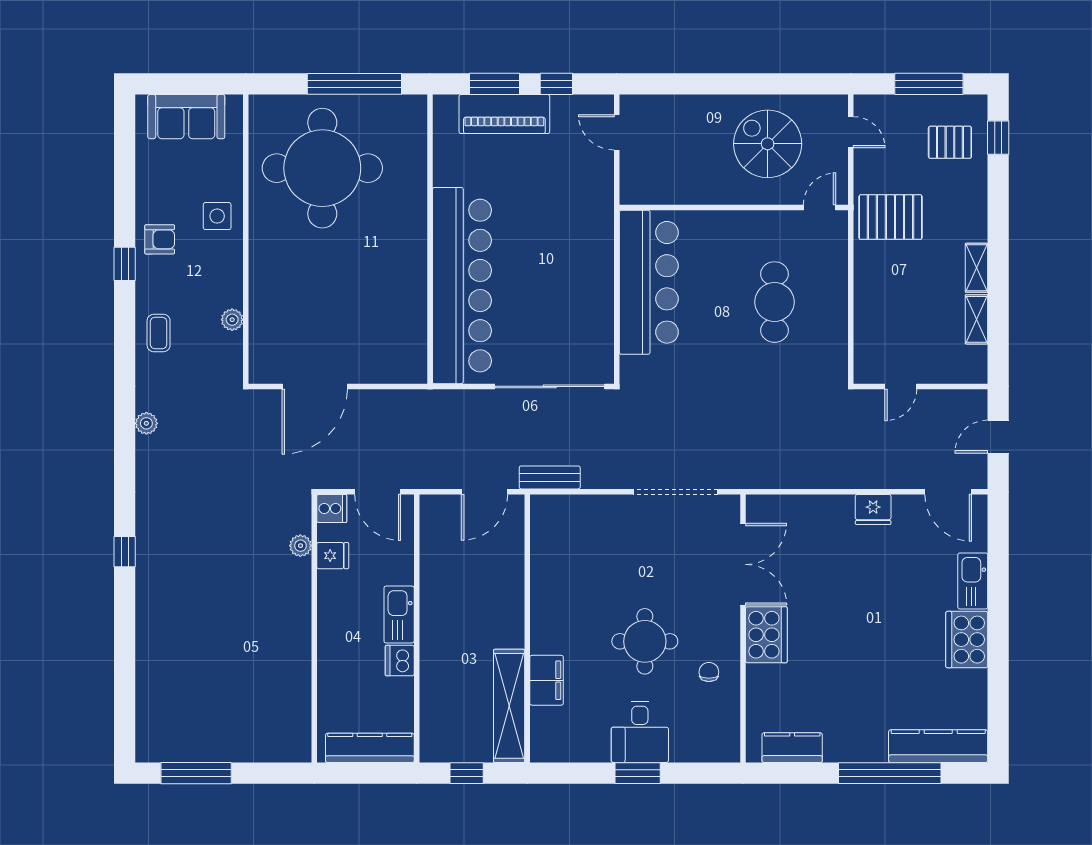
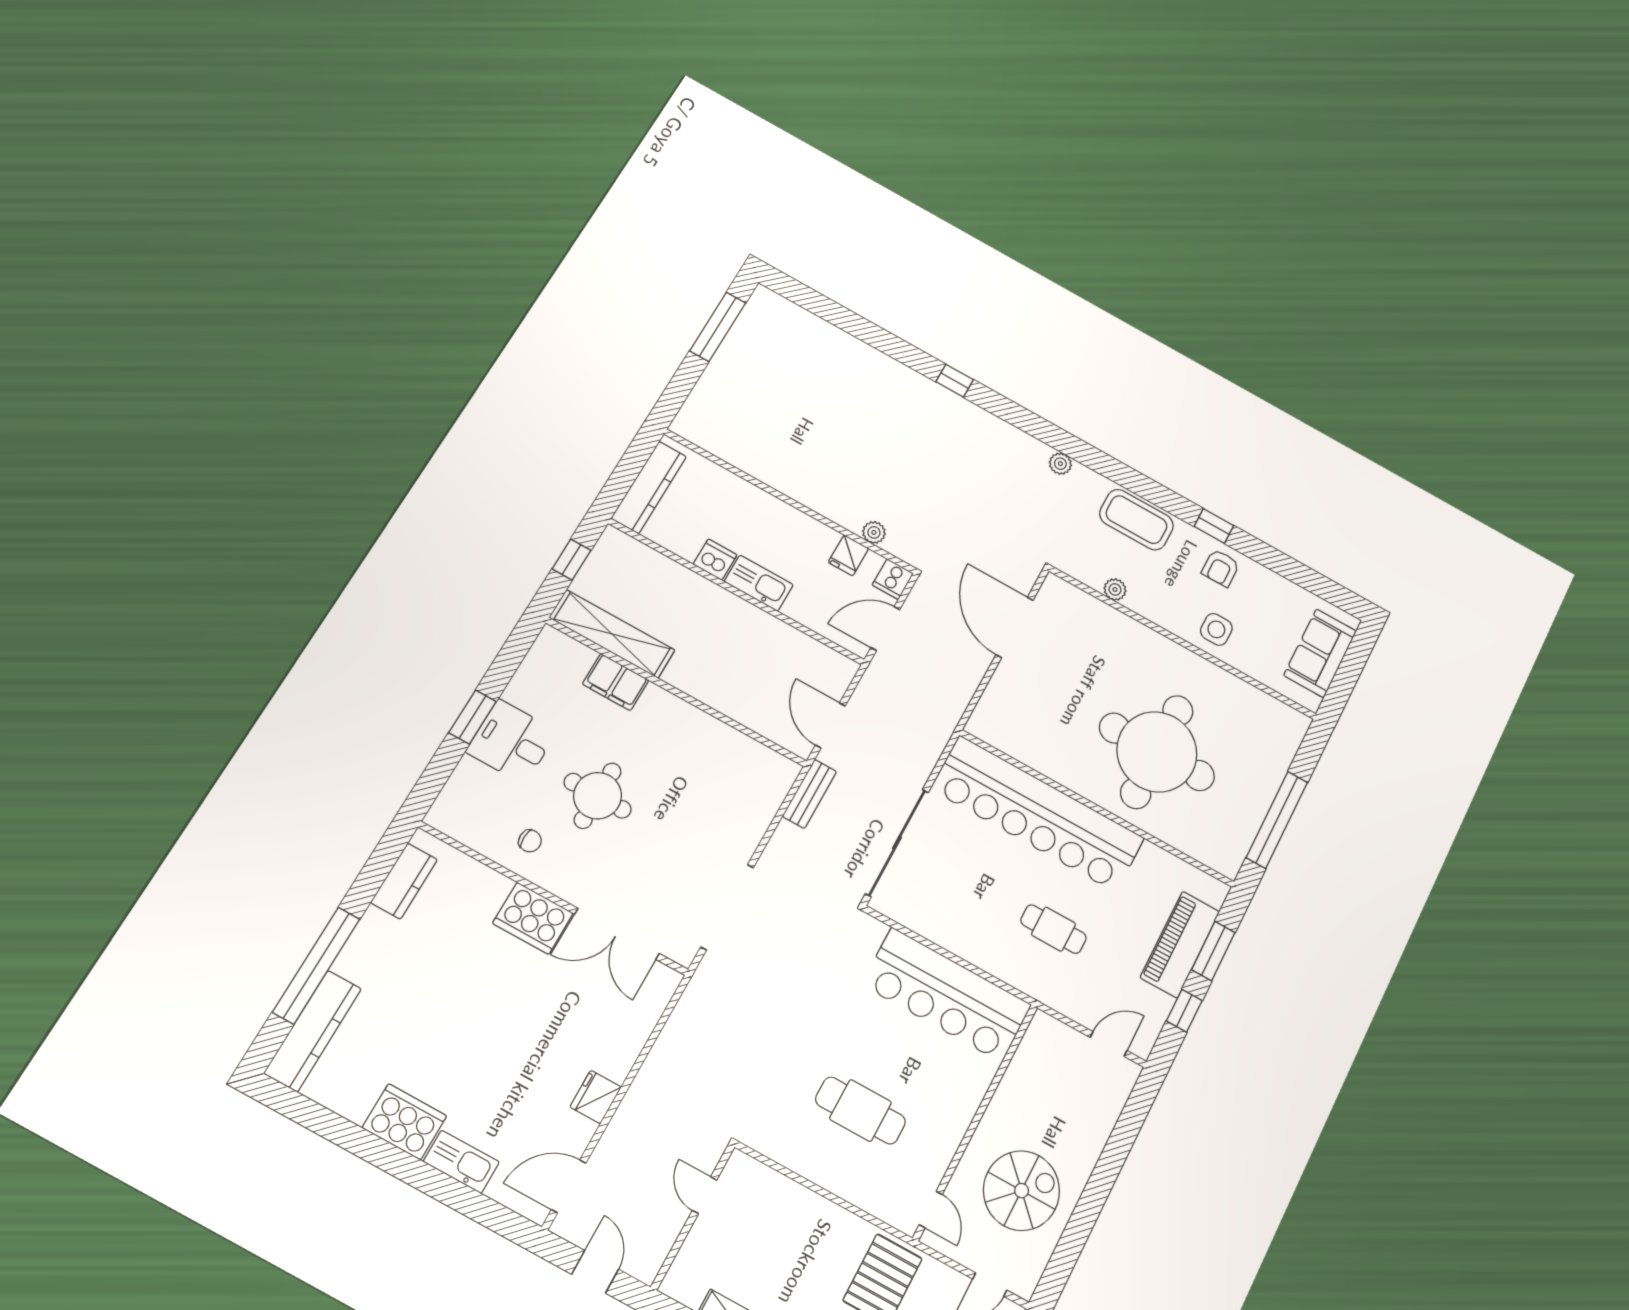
round table: (322, 168) -> (1157, 752), moved
cafe table: (549, 224) -> (1053, 929), added
coffee table: (159, 333) -> (1136, 520), width x1.86, depth x1.72

